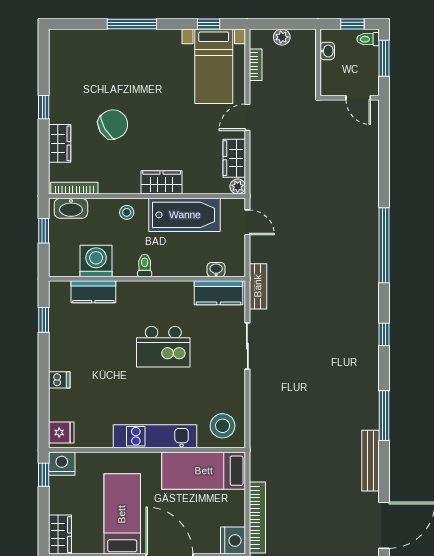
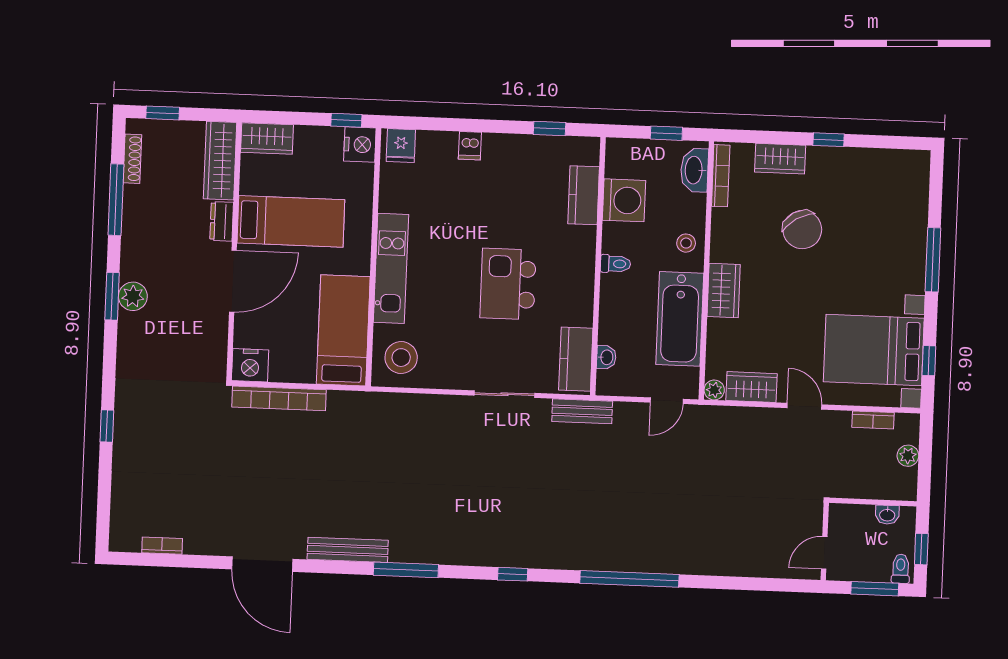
bed with nightstands: (214, 66) -> (874, 350), width x1.36

